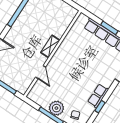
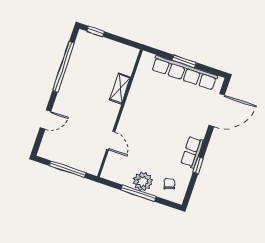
shelving: (50, 46) -> (120, 88), moved

